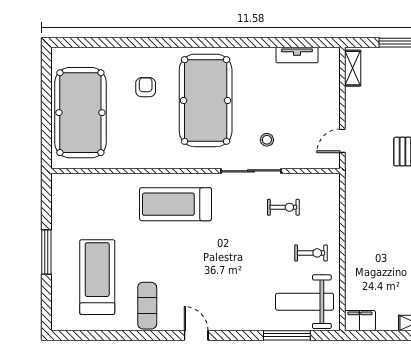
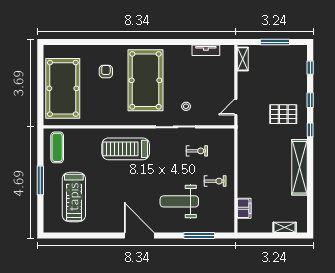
treadmill: (97, 277) -> (74, 197), turned 180
weight bench: (305, 302) -> (179, 201), moved
exercise mat: (147, 306) -> (57, 147), moved
filing cabinet: (360, 321) -> (244, 208), moved, turned 90
door: (196, 335) -> (139, 236), width x1.88

